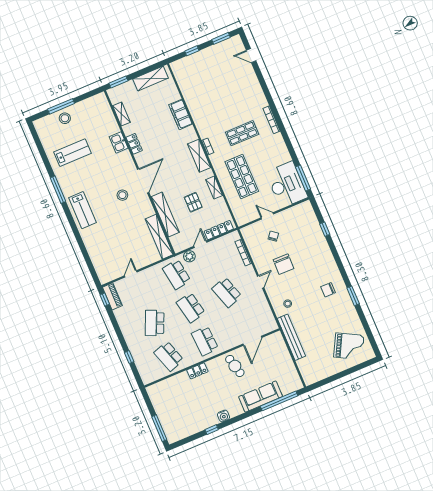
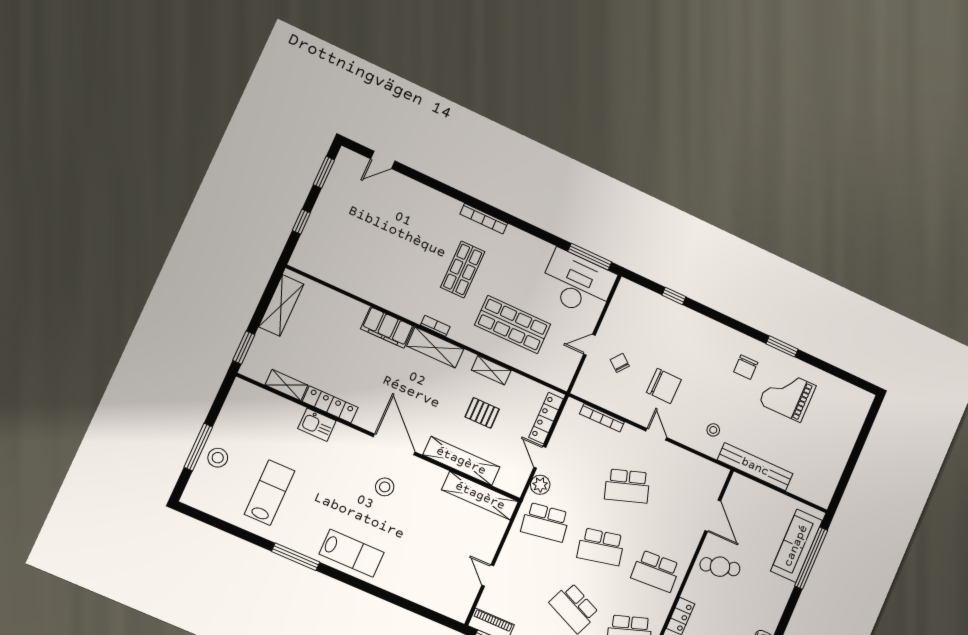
filing cabinet: (181, 114) -> (387, 327), moved
locker: (134, 144) -> (330, 404), width x1.53
grand piano: (349, 346) -> (787, 395), moved, turned -118
sofa: (261, 397) -> (796, 546), moved

